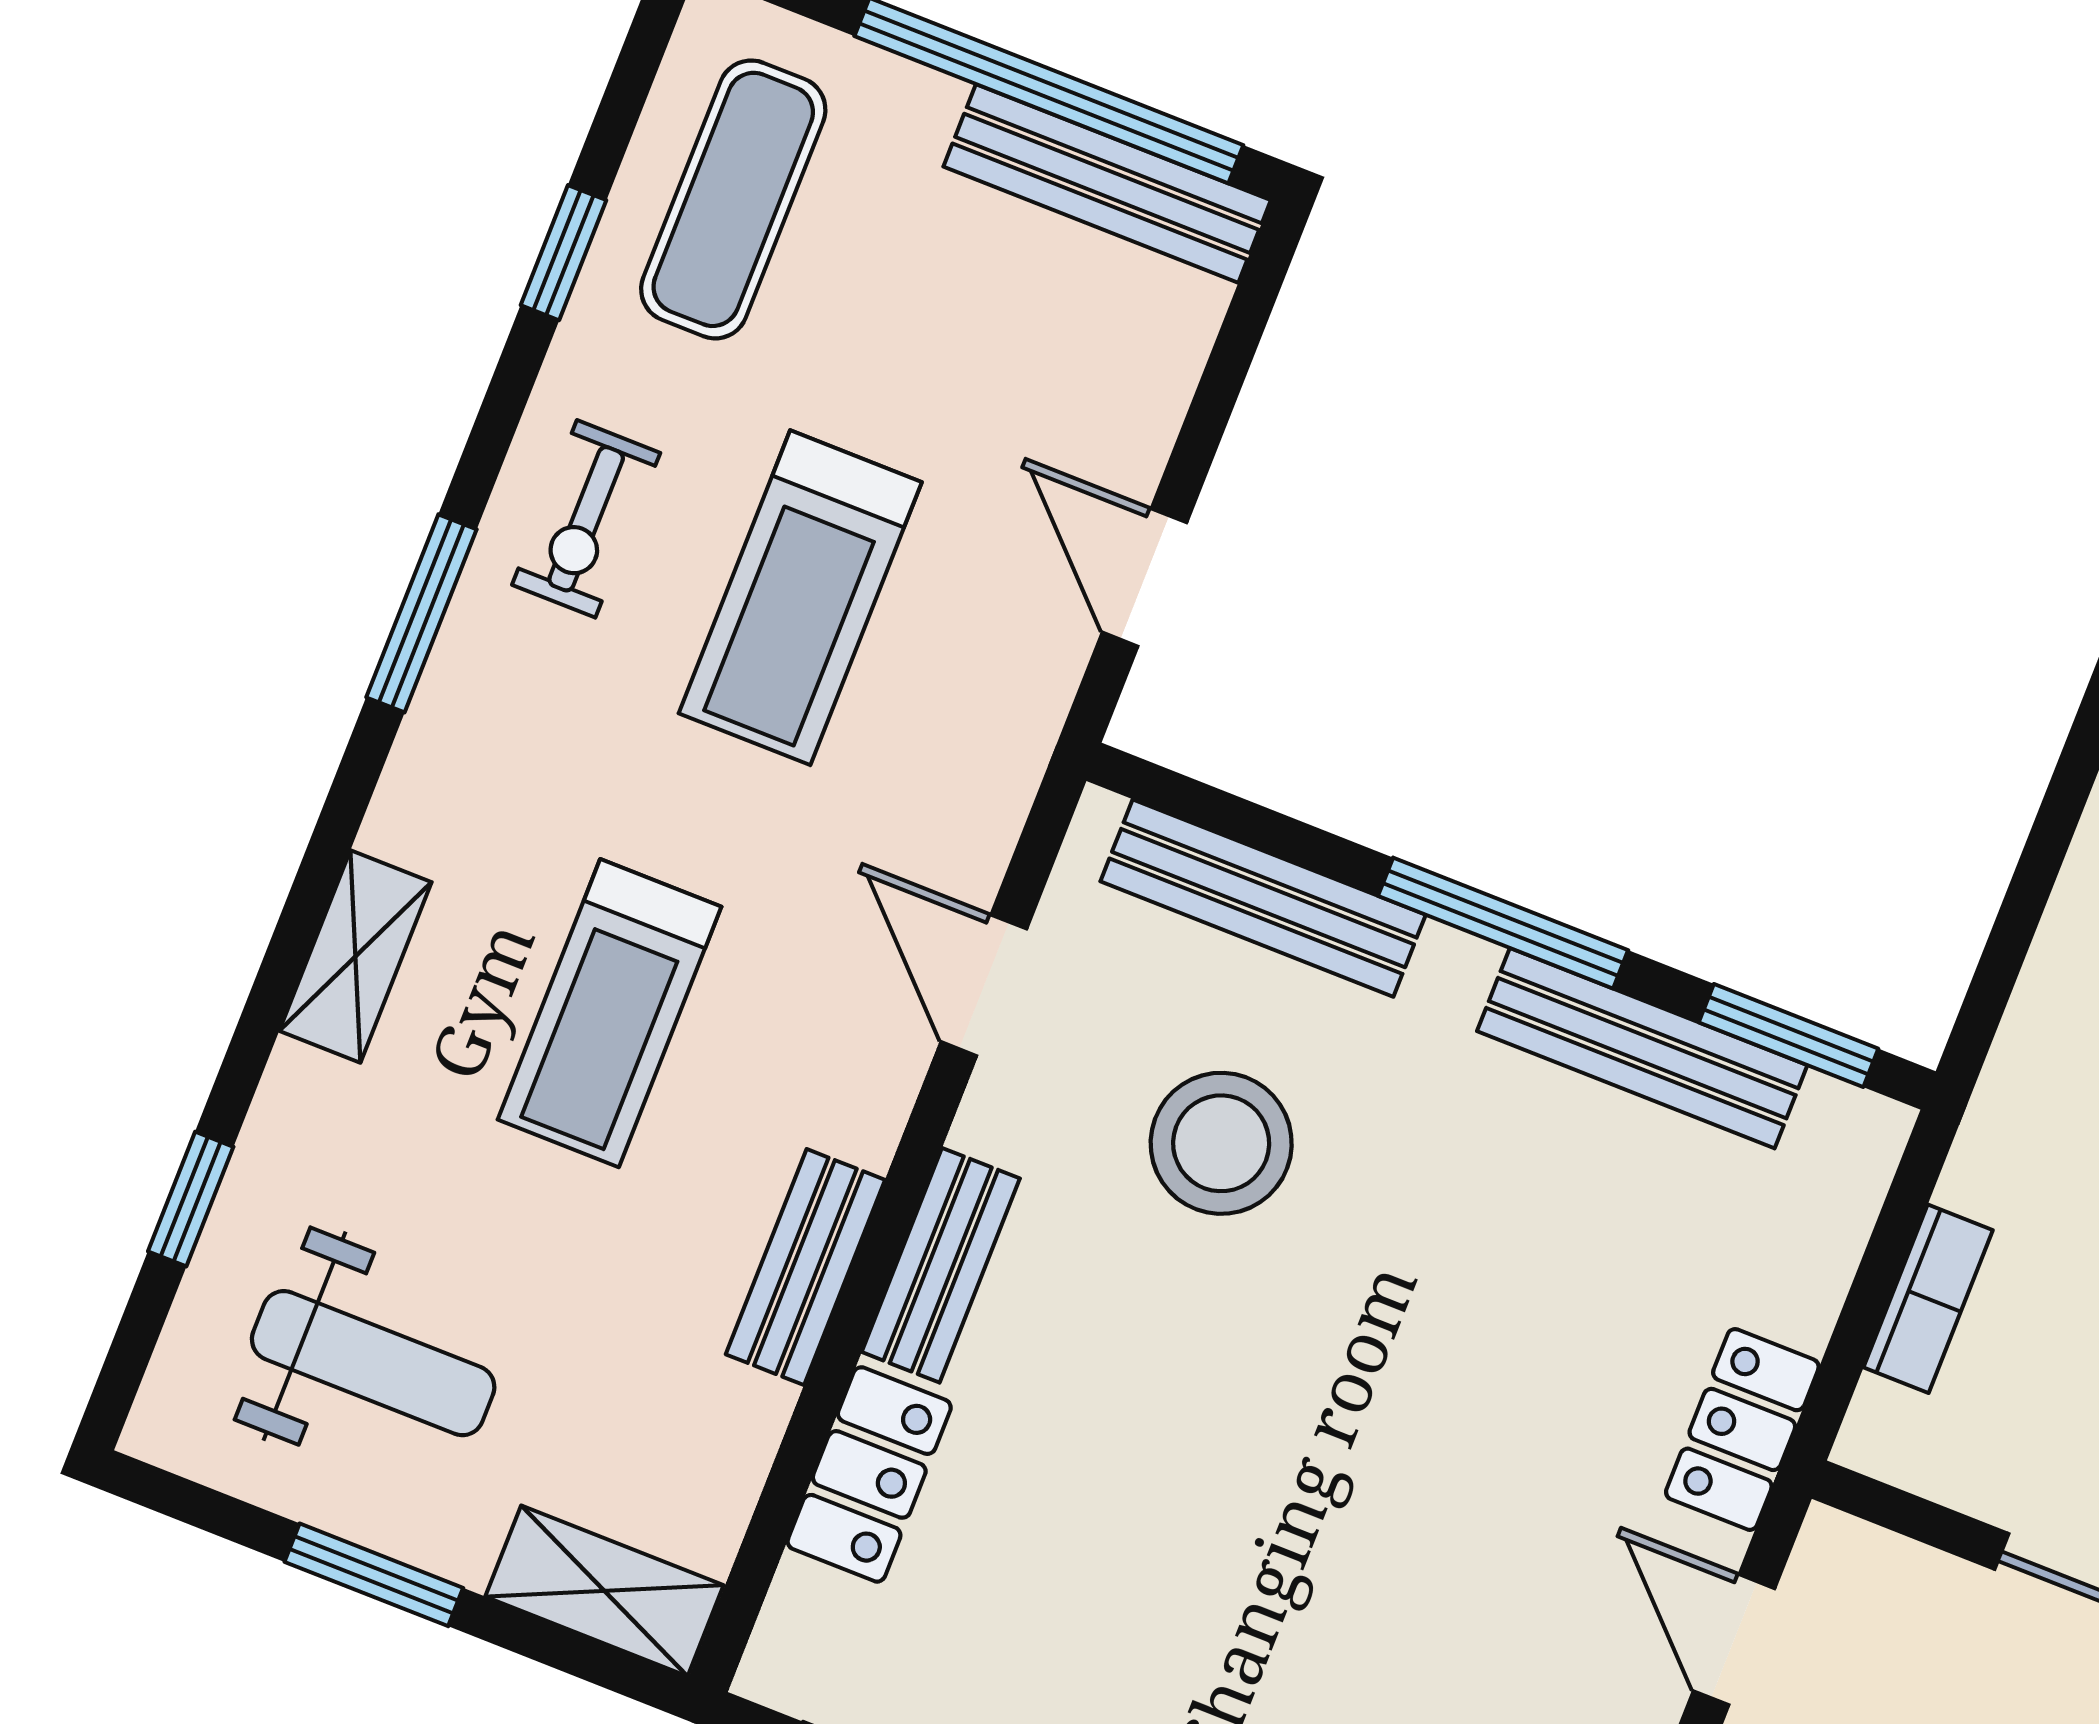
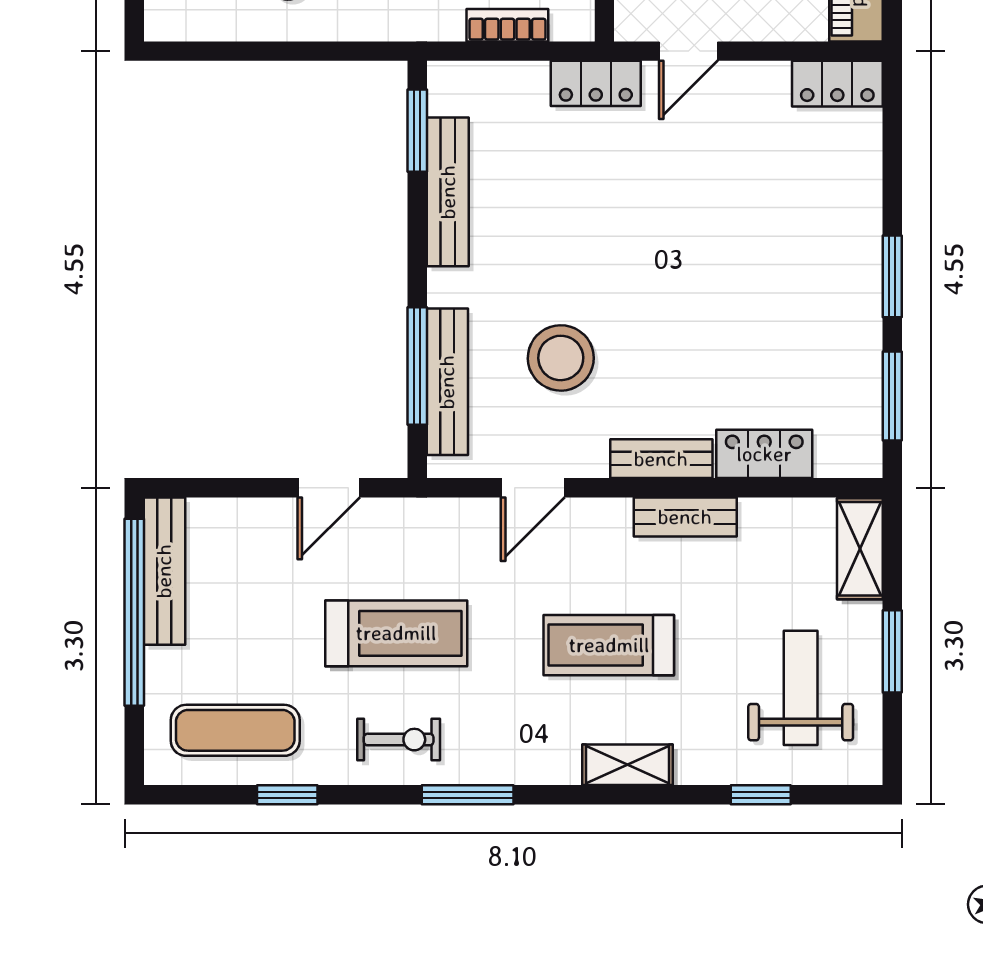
window: (1503, 923) -> (417, 366), moved
treadmill: (610, 1013) -> (609, 645), turned 180

